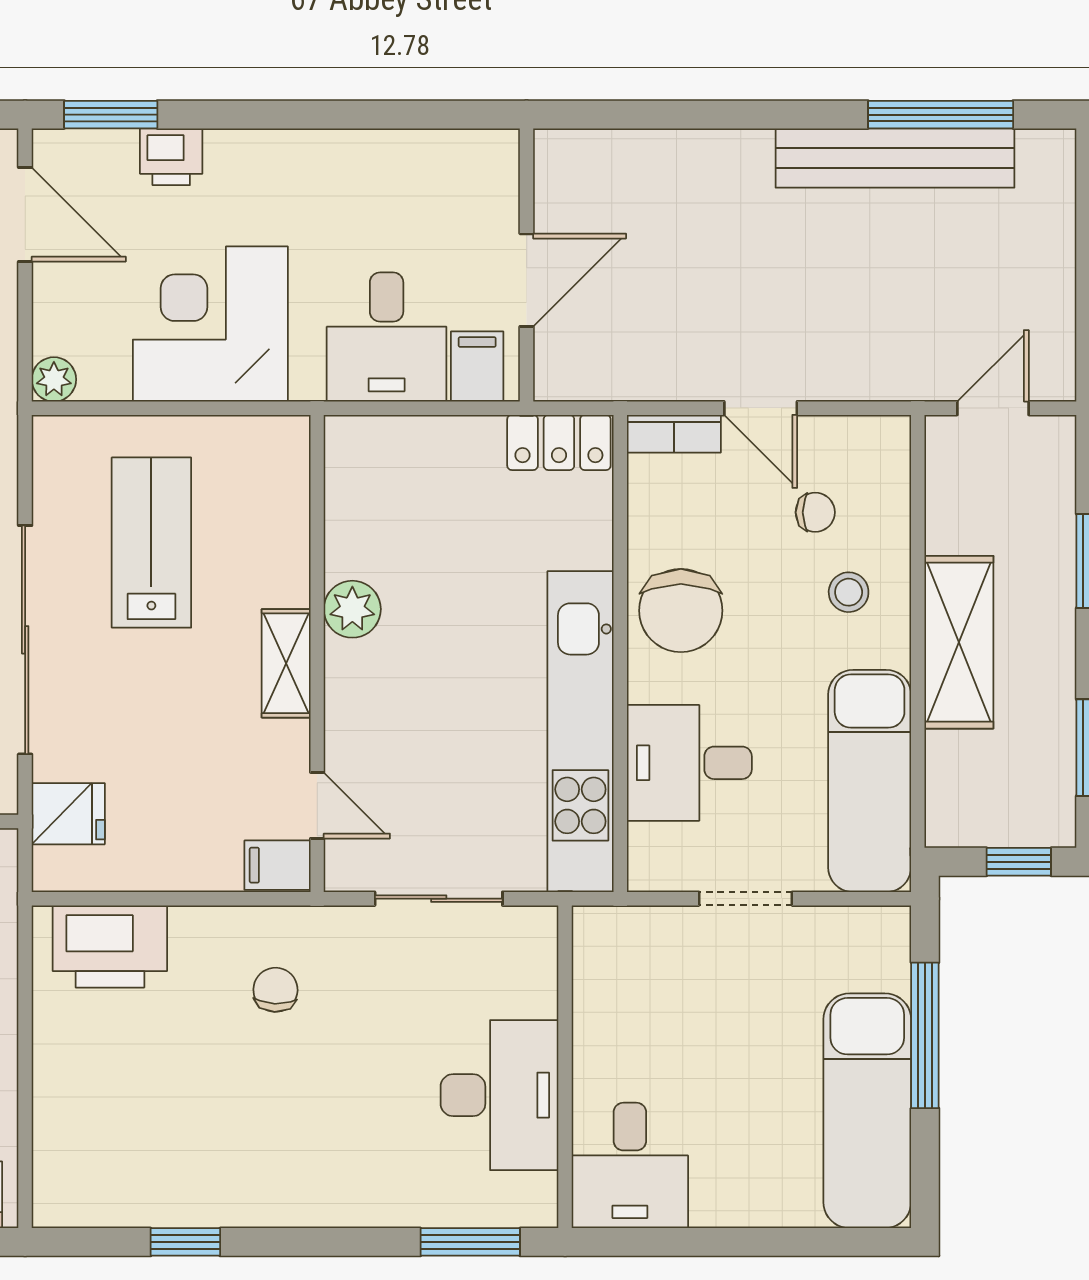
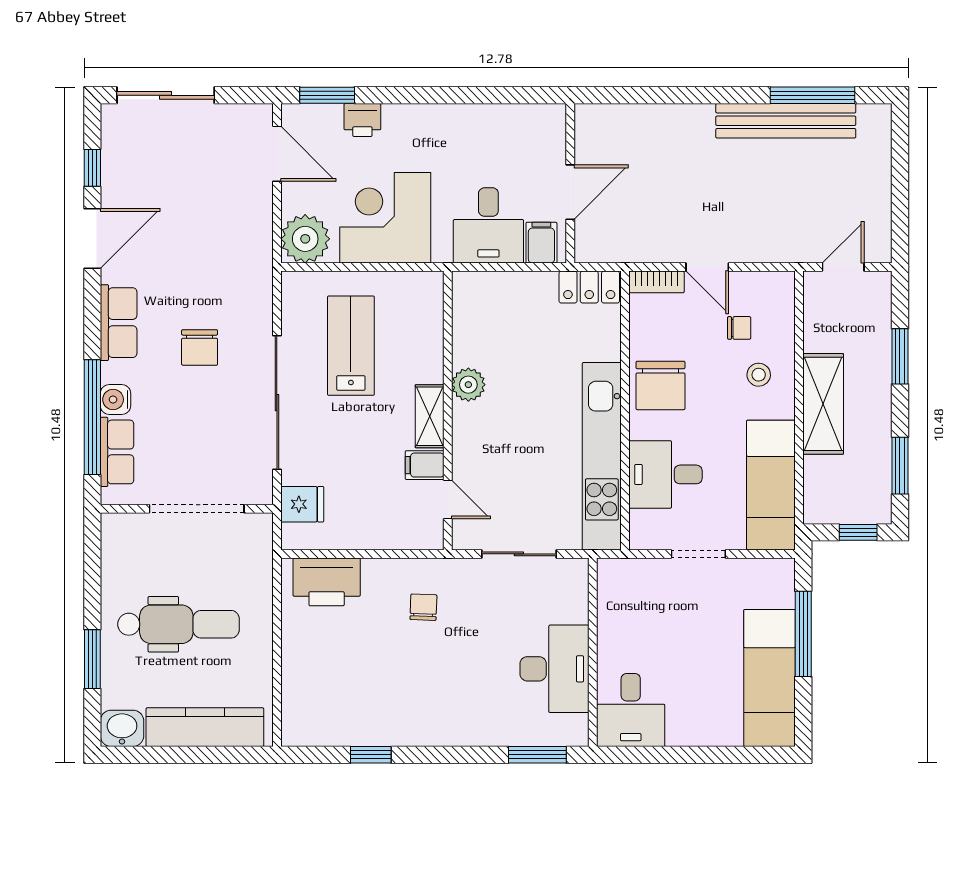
plant: (54, 379) -> (305, 239), width x1.87, depth x1.87
filing cabinet: (277, 865) -> (425, 465), moved

